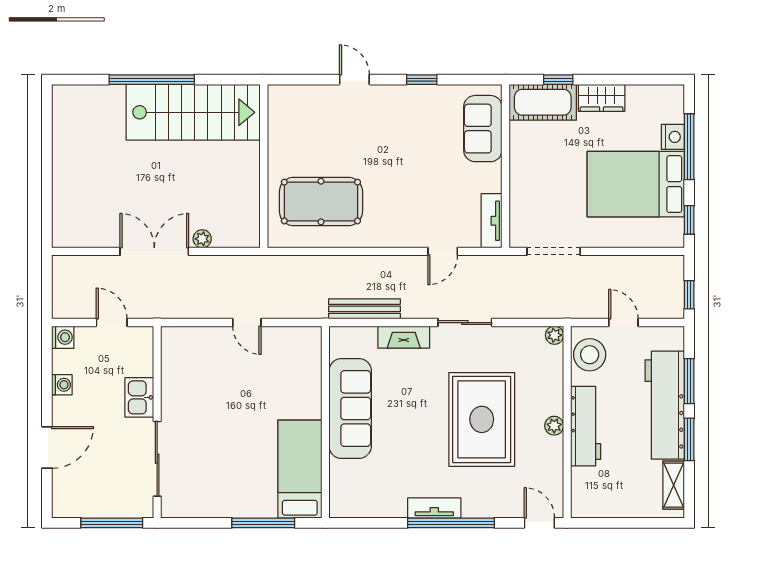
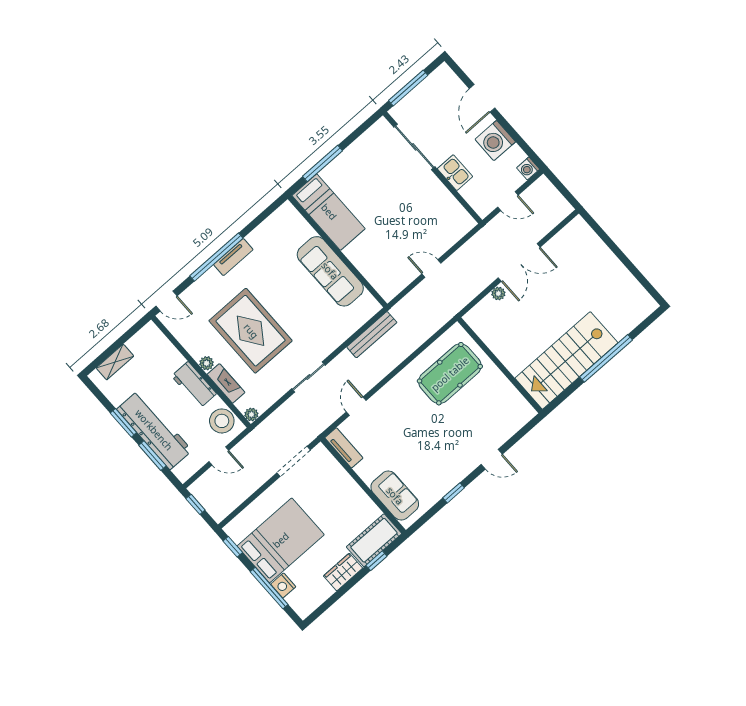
fireplace: (404, 337) -> (226, 383), moved, turned 90
washing machine: (62, 385) -> (495, 141), width x1.89, depth x1.89
workbench: (586, 426) -> (194, 385), width x0.73
shelving: (674, 485) -> (115, 362), moved, turned 90

